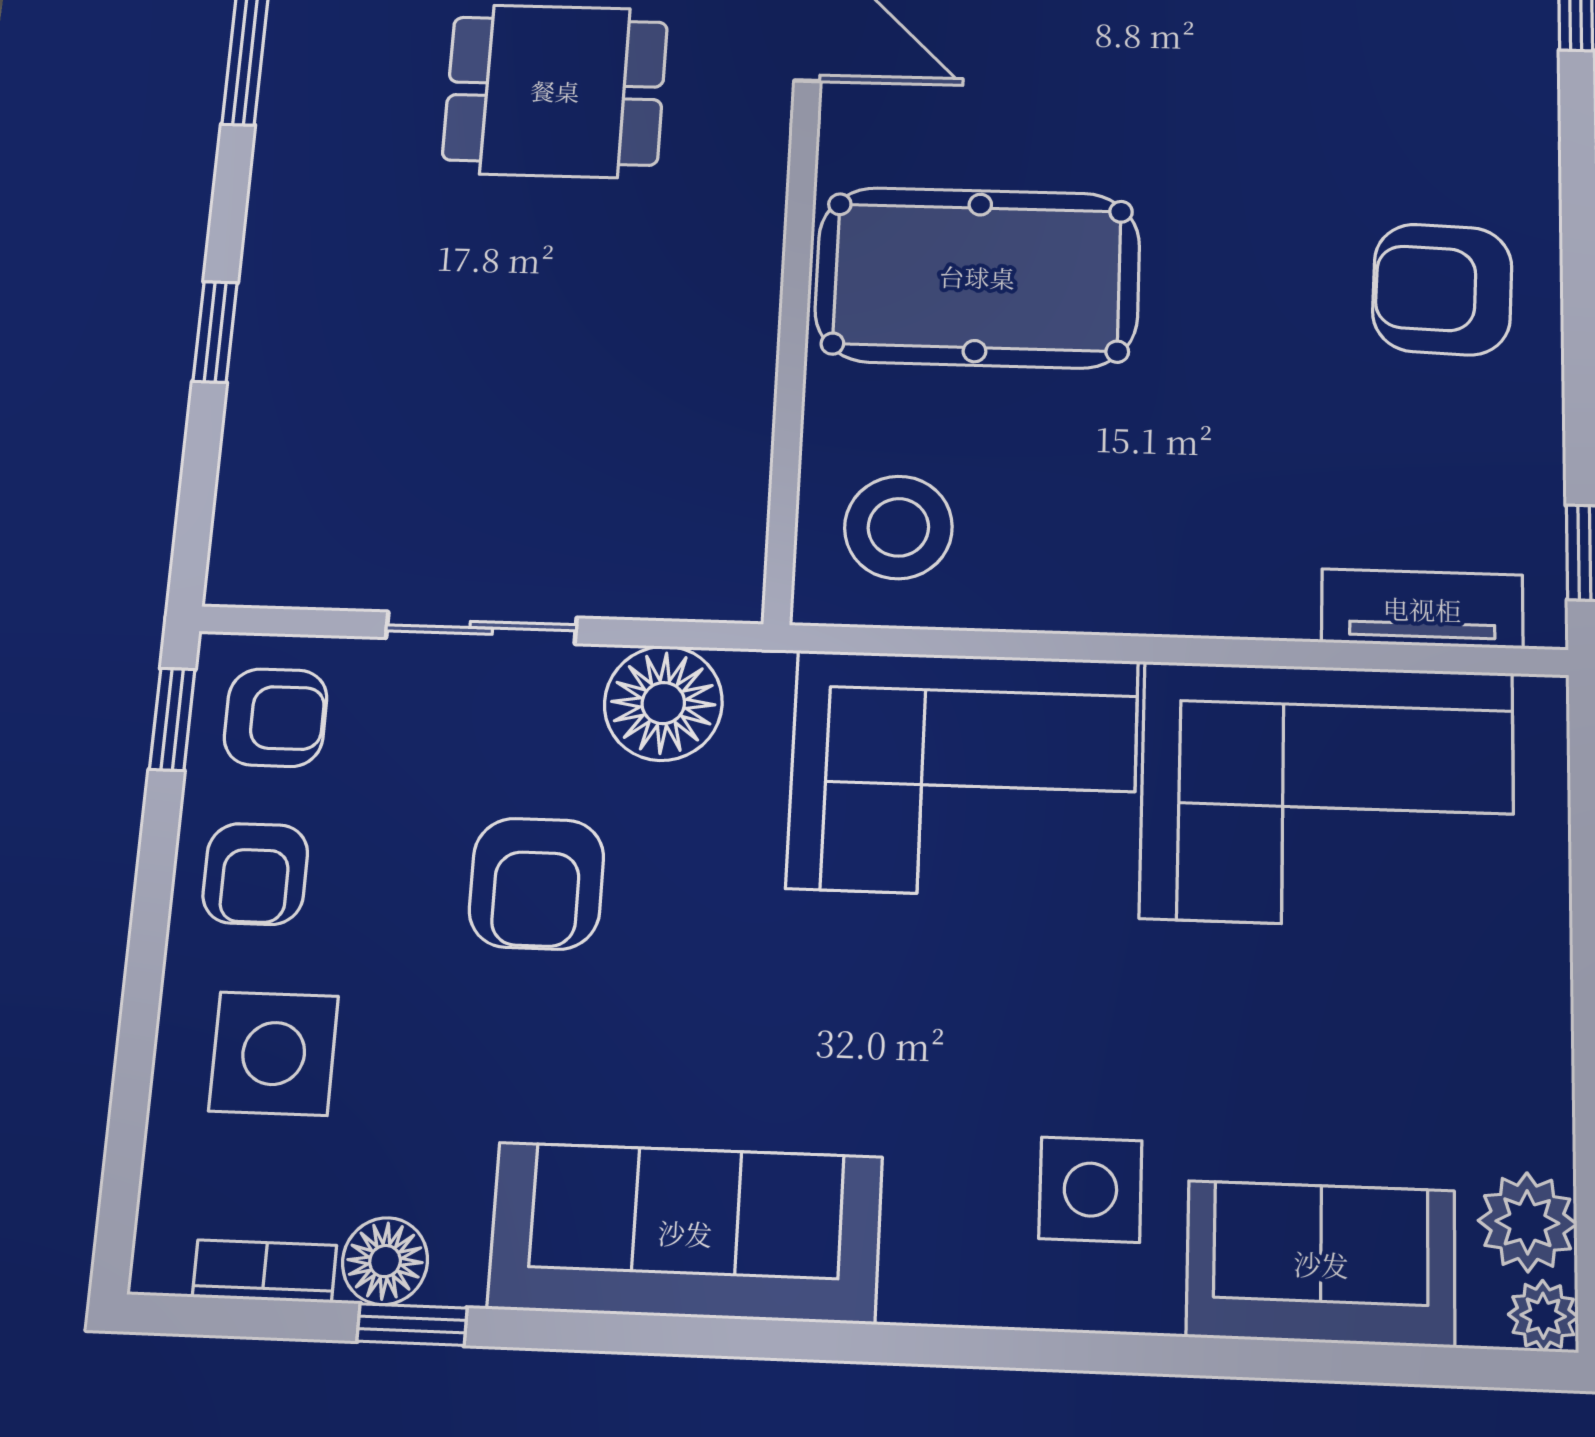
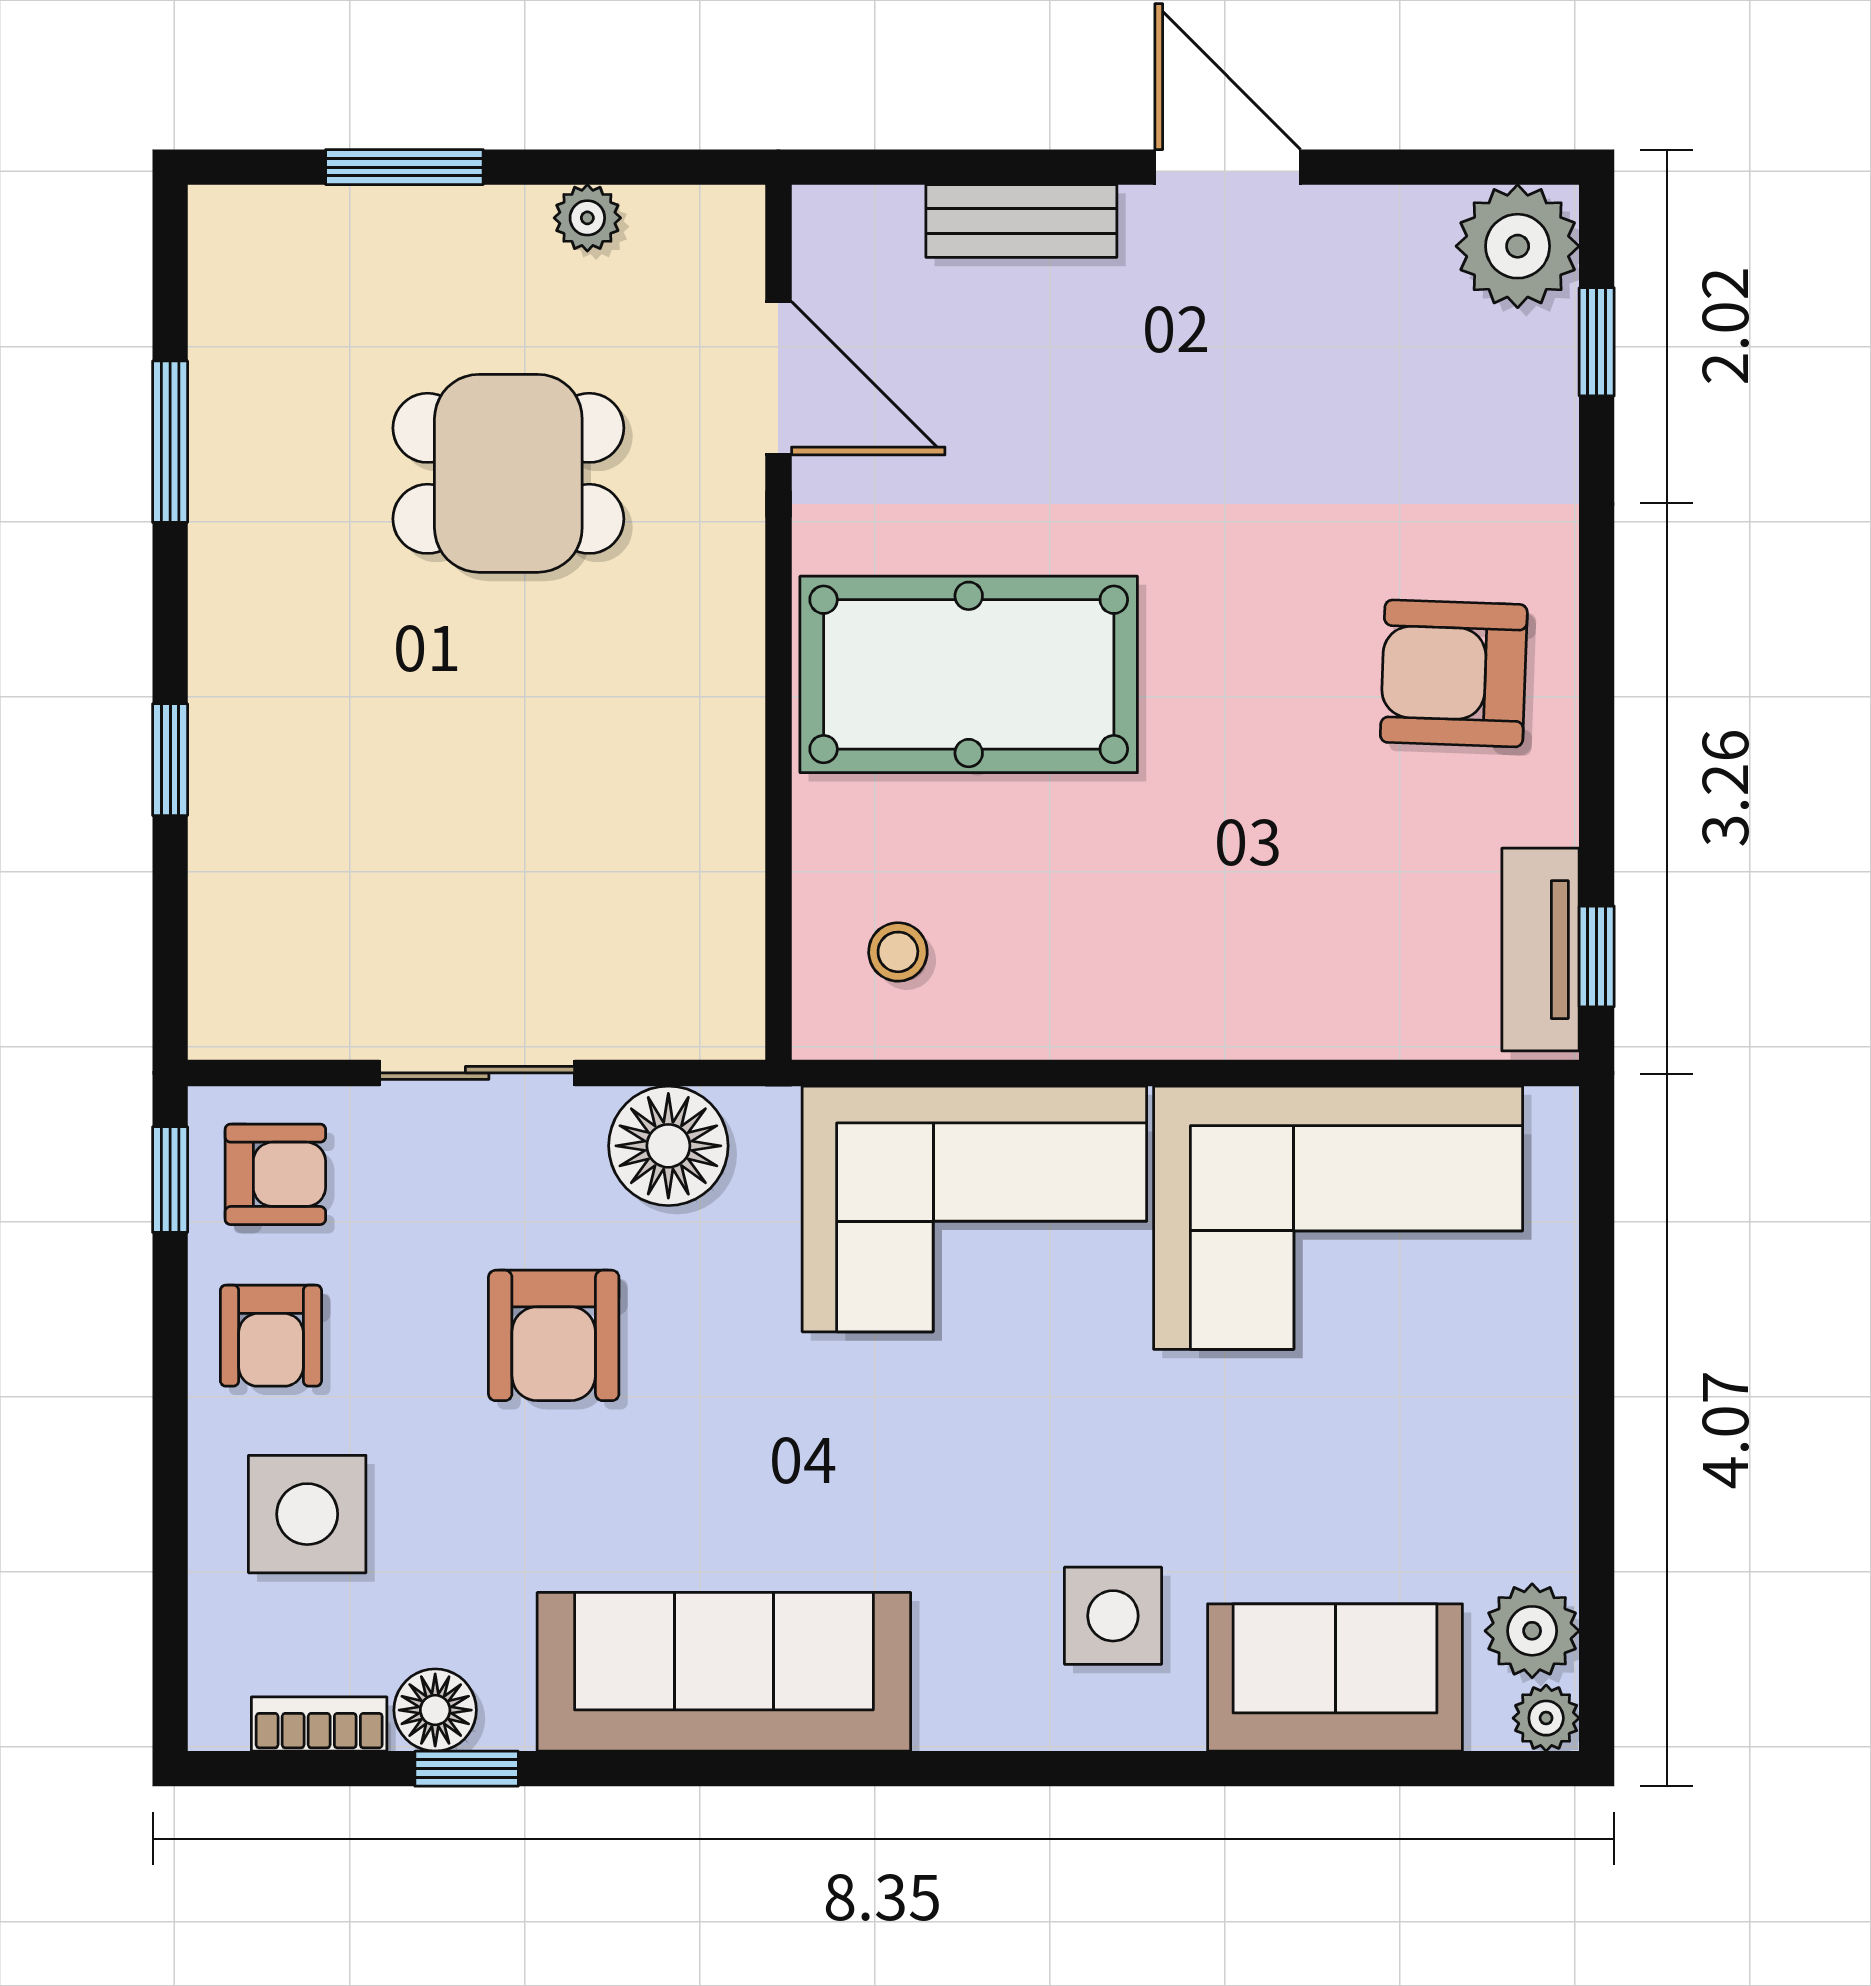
stool: (898, 527) -> (898, 952), width x0.53, depth x0.53
tv unit: (1422, 609) -> (1540, 950), moved, turned -90

